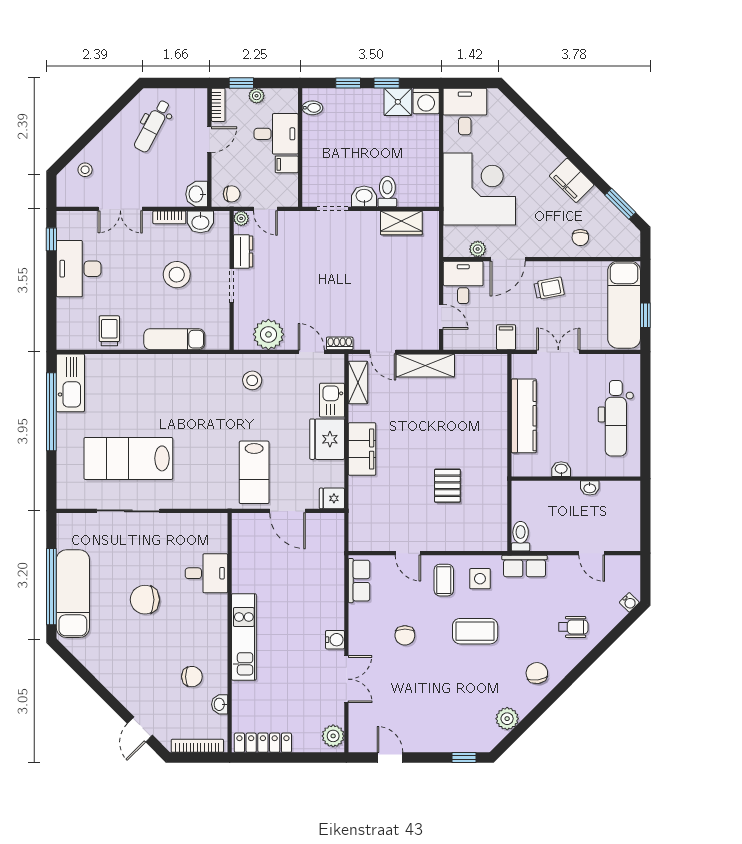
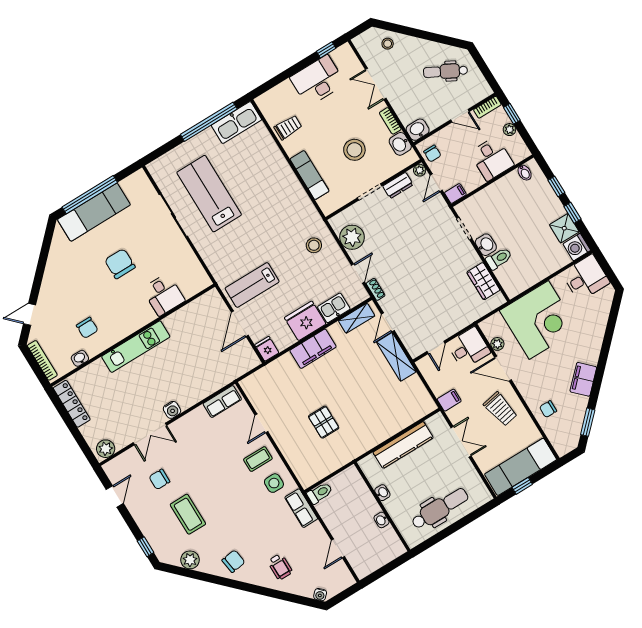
filing cabinet: (287, 164) -> (455, 194), moved, turned 90
trolley: (549, 288) -> (500, 409), width x1.36, depth x1.39
dental chair: (616, 418) -> (440, 509), turned 180
pallet: (447, 486) -> (324, 422), turned 90
coffee table: (475, 631) -> (188, 514), moved
chair: (405, 635) -> (159, 479), moved

